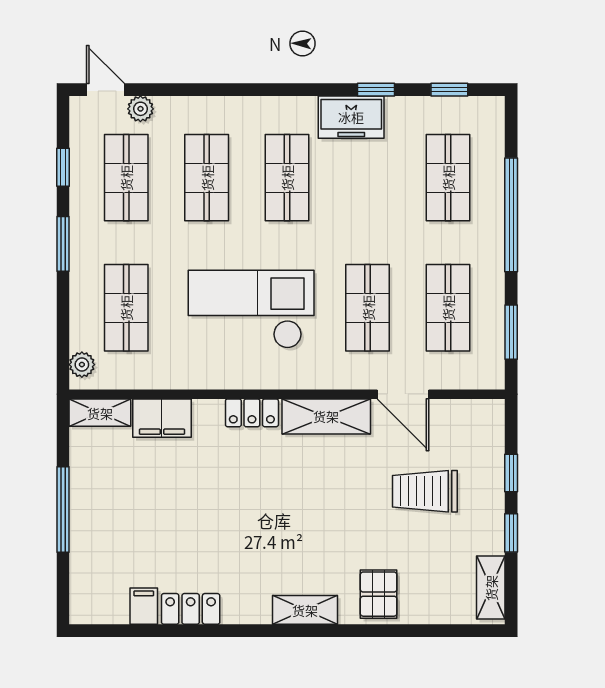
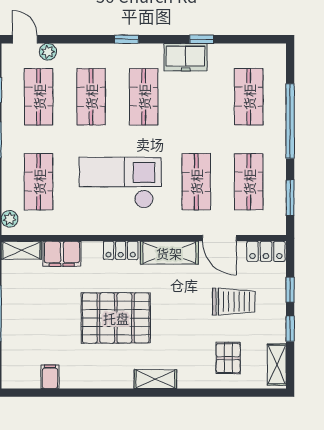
window: (449, 90) -> (126, 39), moved
trolley: (425, 491) -> (234, 302), turned 180
pallet: (244, 516) -> (116, 318), added
pallet: (379, 594) -> (228, 358), moved
locker: (191, 609) -> (266, 251), moved, turned 180

